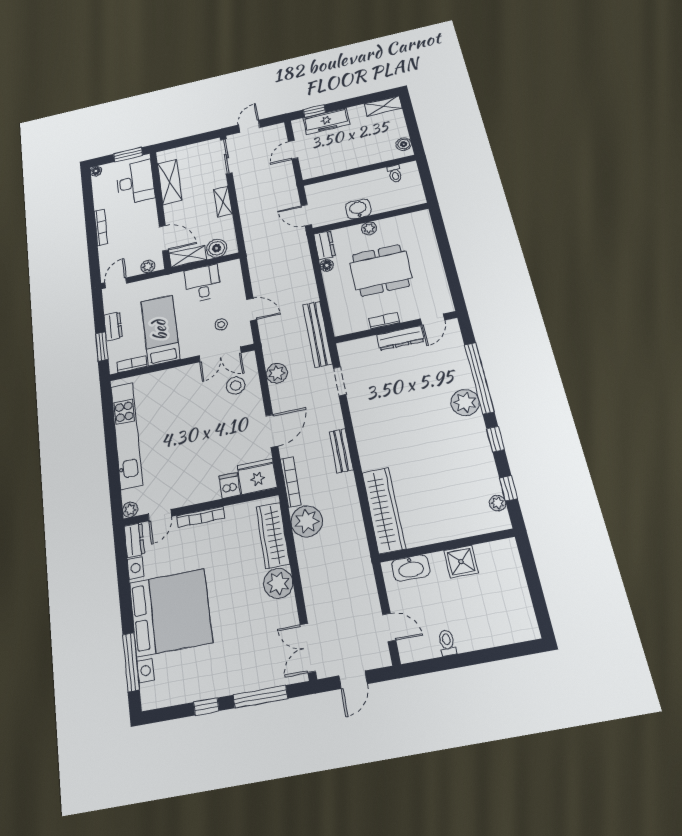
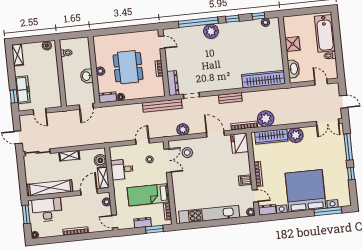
shelving: (170, 182) -> (50, 188), width x1.47
dresser: (400, 338) -> (173, 83), moved
dishwasher: (230, 485) -> (245, 180), moved
door: (389, 627) -> (321, 82), hinge flipped
bathtub: (493, 628) -> (325, 33), added

